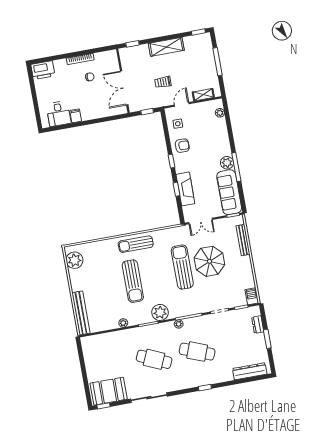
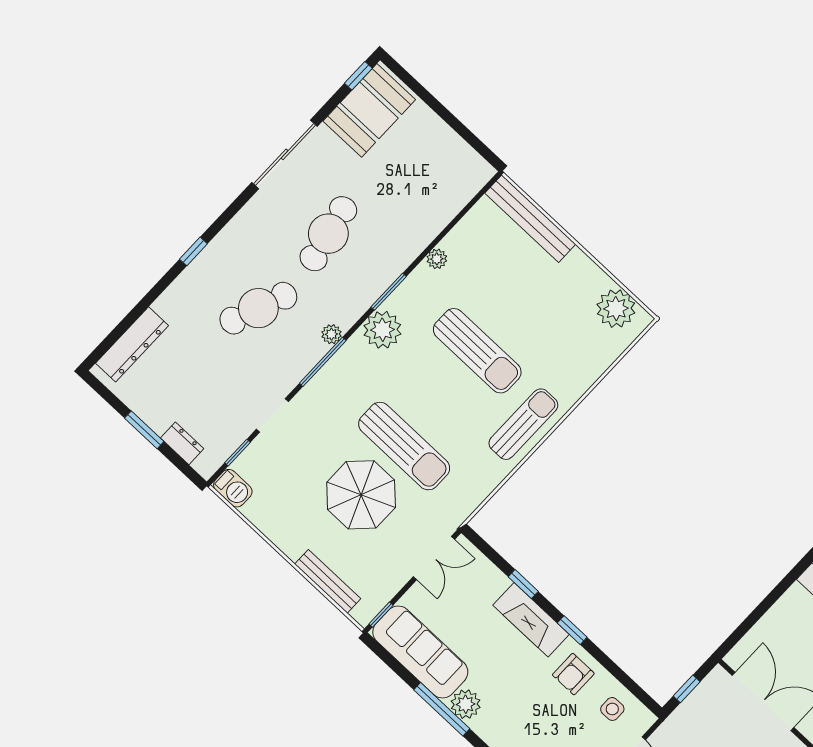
fireplace: (185, 189) -> (531, 620), moved
double door: (201, 221) -> (434, 558), swing flipped
sun lounger: (133, 281) -> (477, 351), turned 180
cafe table: (154, 359) -> (328, 234), turned -36

